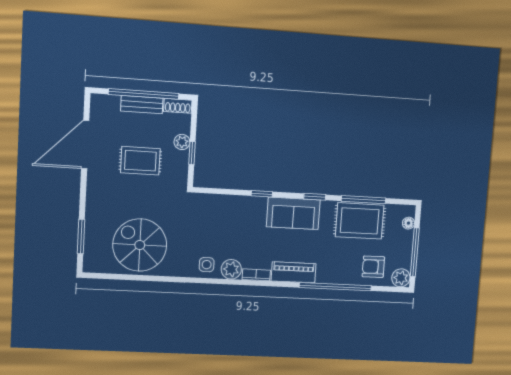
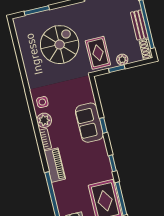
rug: (140, 161) -> (98, 53), moved
sofa: (293, 213) -> (89, 123), moved
spiral stairs: (140, 245) -> (60, 45), moved

